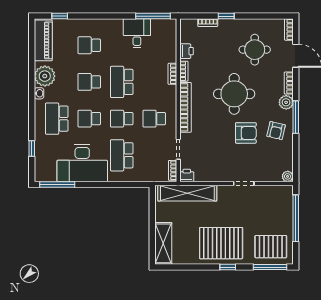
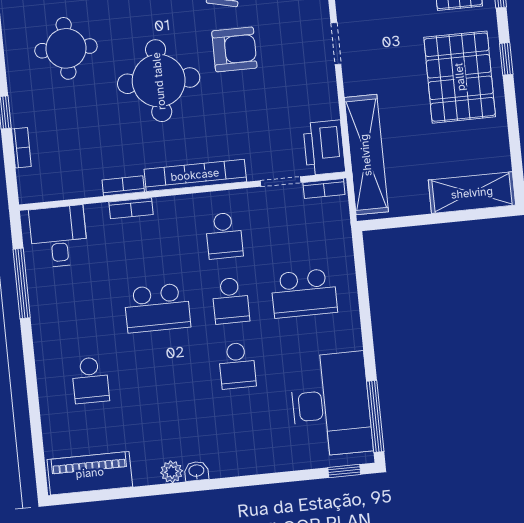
window: (60, 16) -> (38, 445), removed
window: (153, 16) -> (22, 283), moved
desk: (137, 33) -> (59, 236), moved, turned 90
printer: (186, 51) -> (83, 185), removed
plant: (45, 76) -> (172, 472), width x0.53, depth x0.53
school desk: (89, 82) -> (164, 373), removed
school desk: (57, 119) -> (244, 431), removed
armchair: (246, 133) -> (234, 49), turned 90
window: (32, 149) -> (344, 471), moved
desk: (82, 163) -> (331, 404), moved
printer: (187, 176) -> (324, 148), width x1.87, depth x1.48

